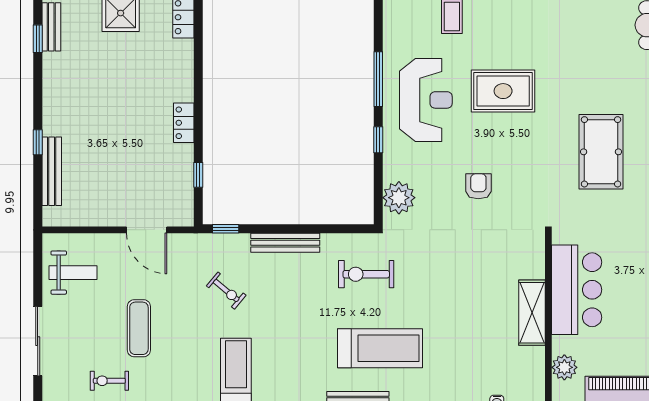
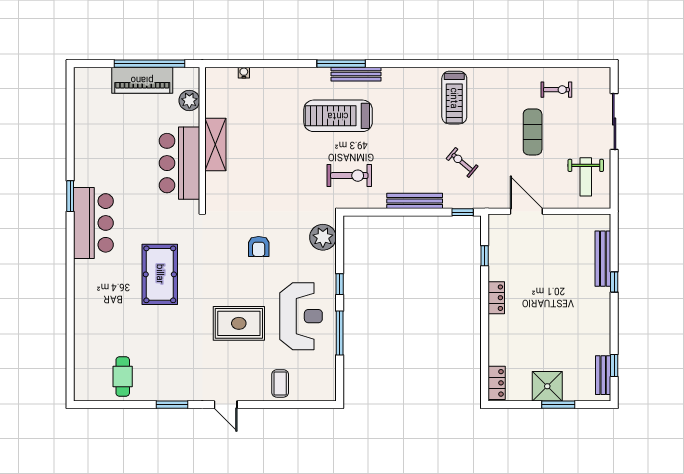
reception desk: (426, 100) -> (301, 316), turned 180
weight bench: (73, 273) -> (586, 177), turned -90

